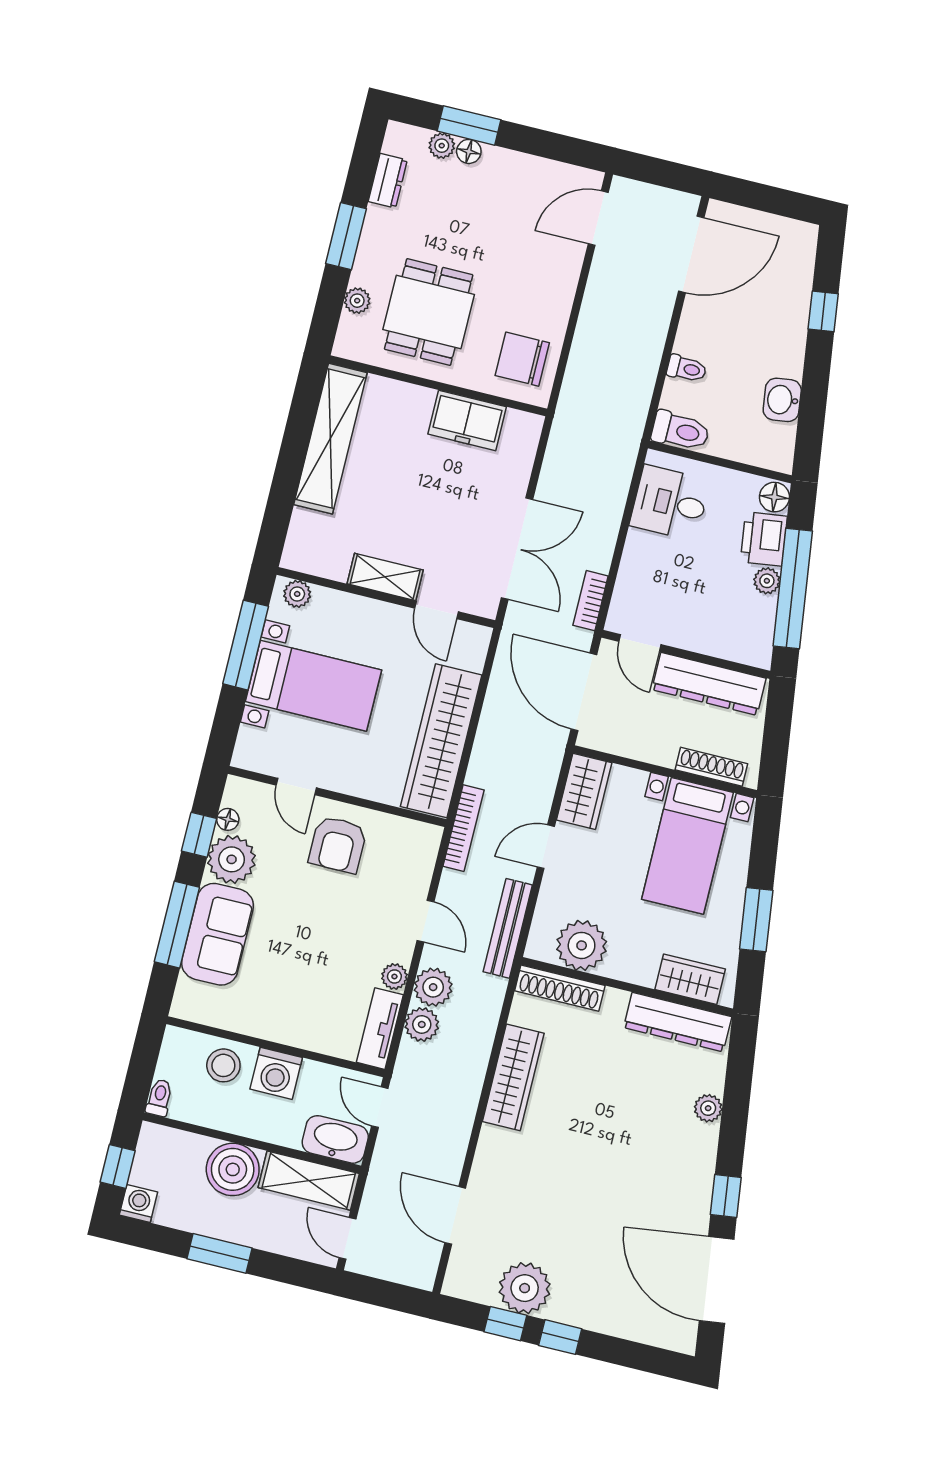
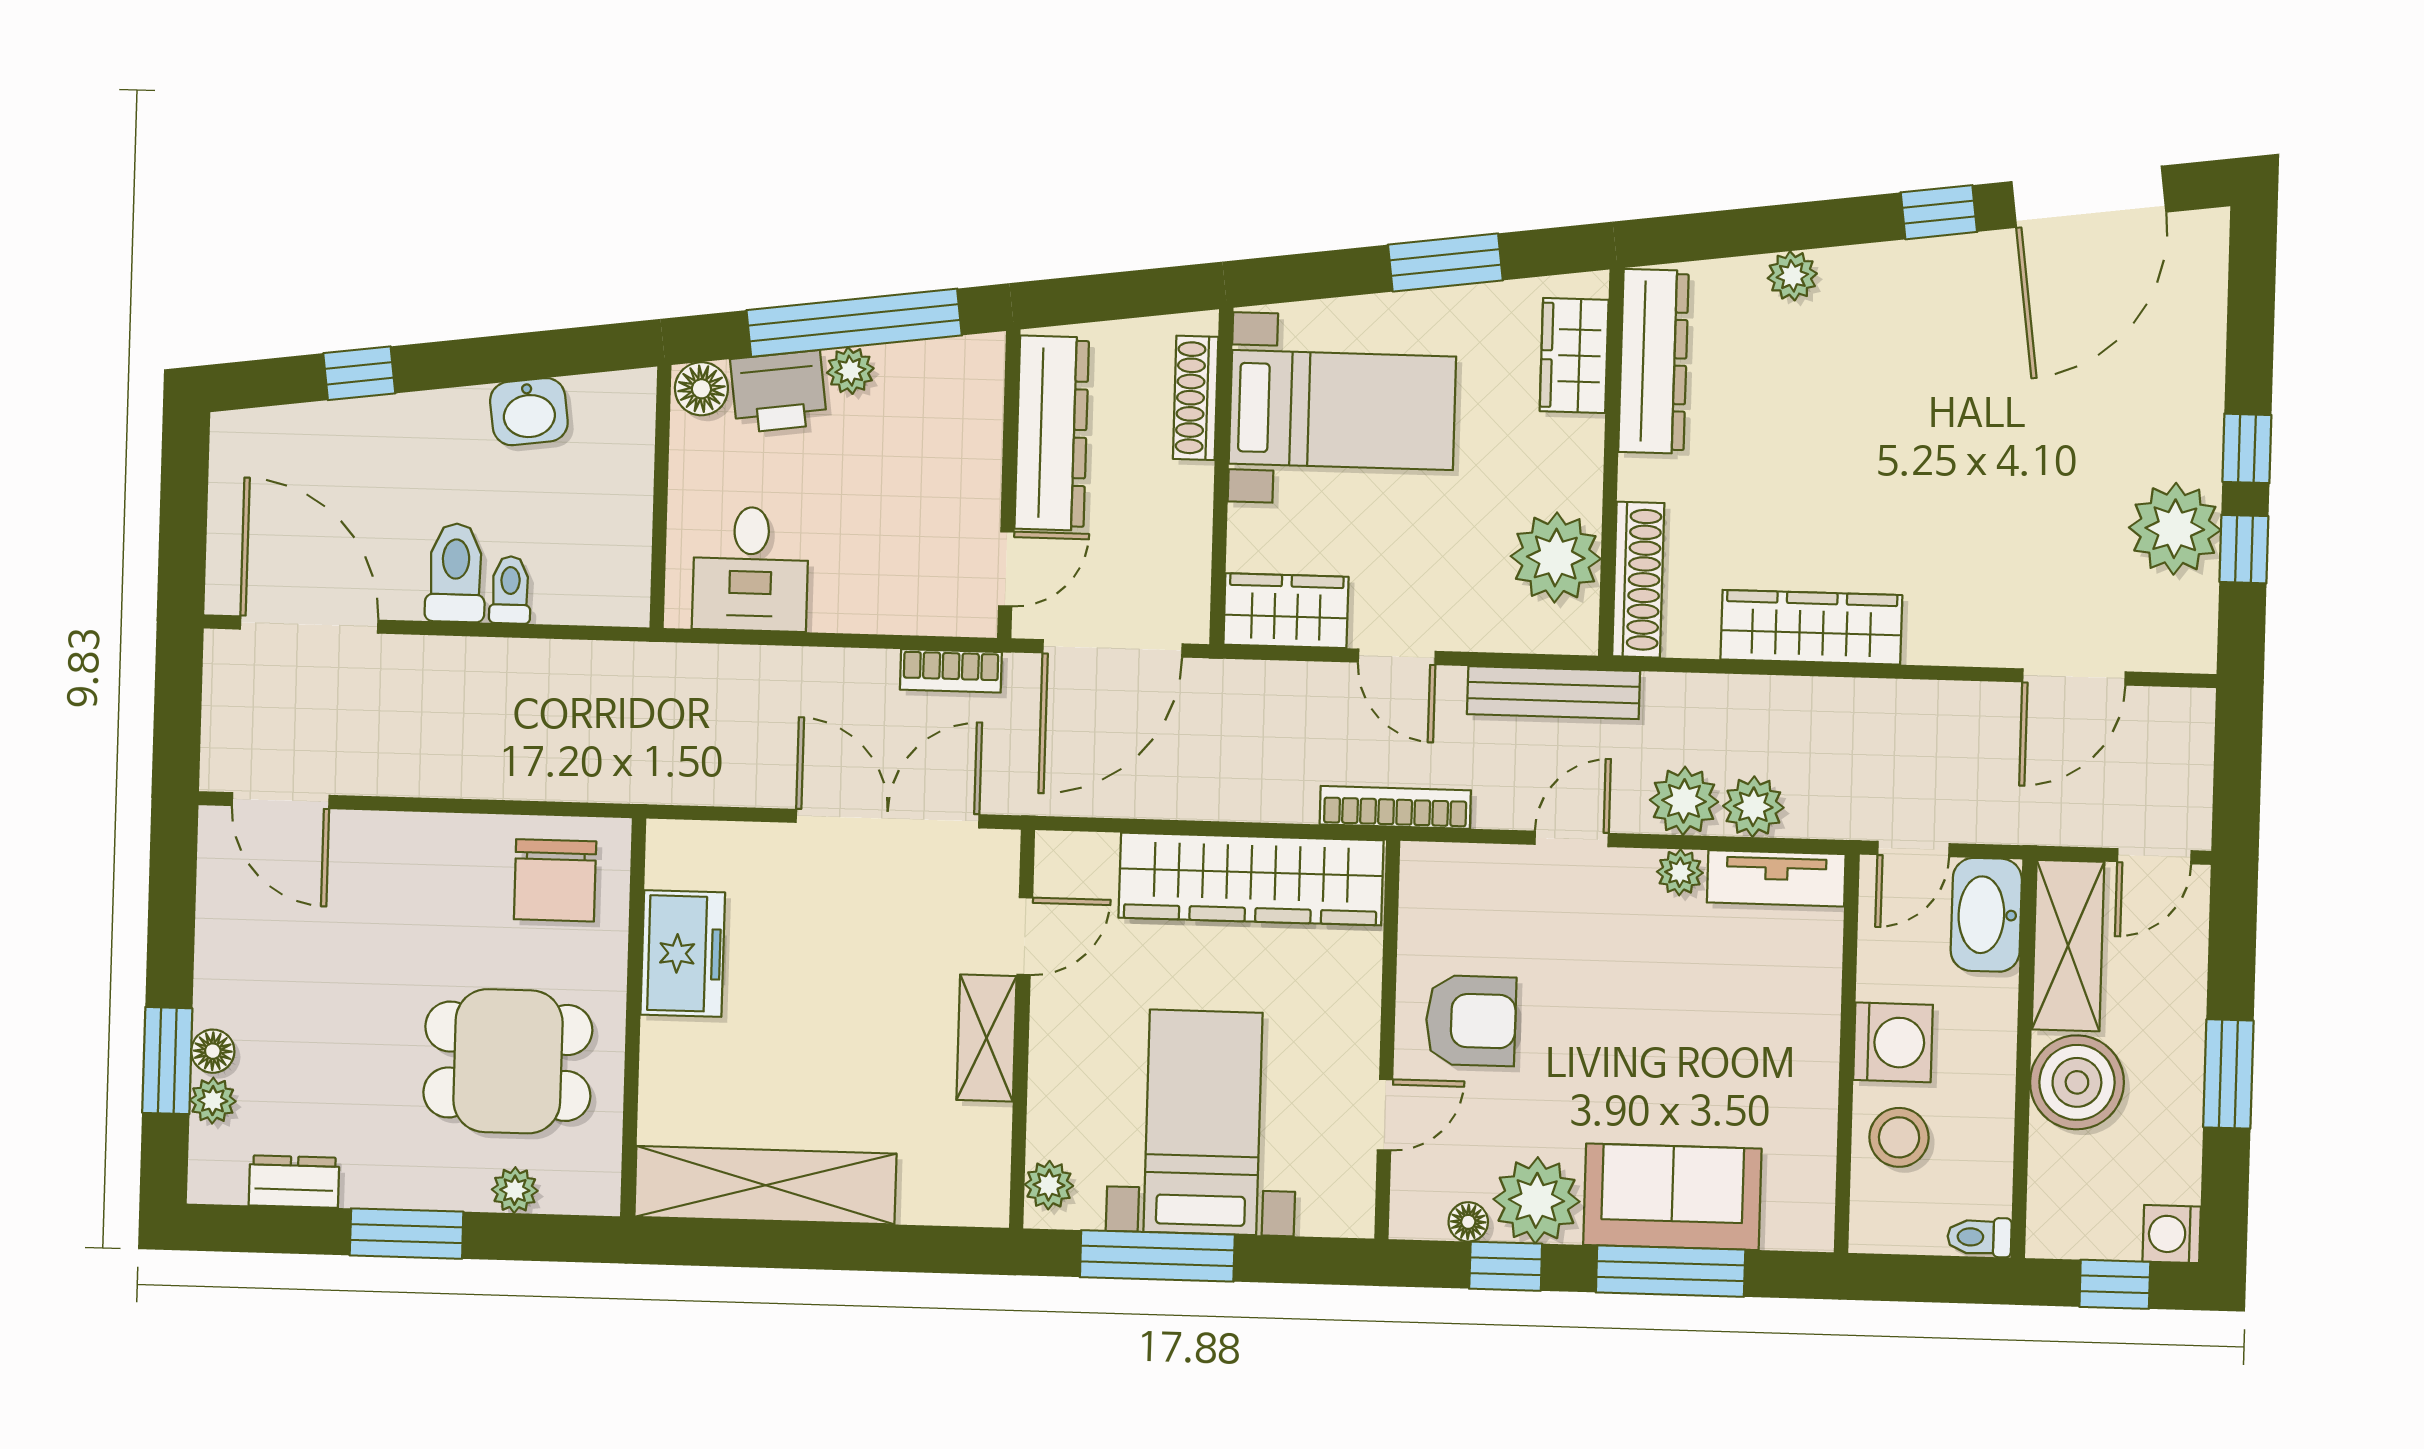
toilet: (680, 431) -> (456, 573), moved

